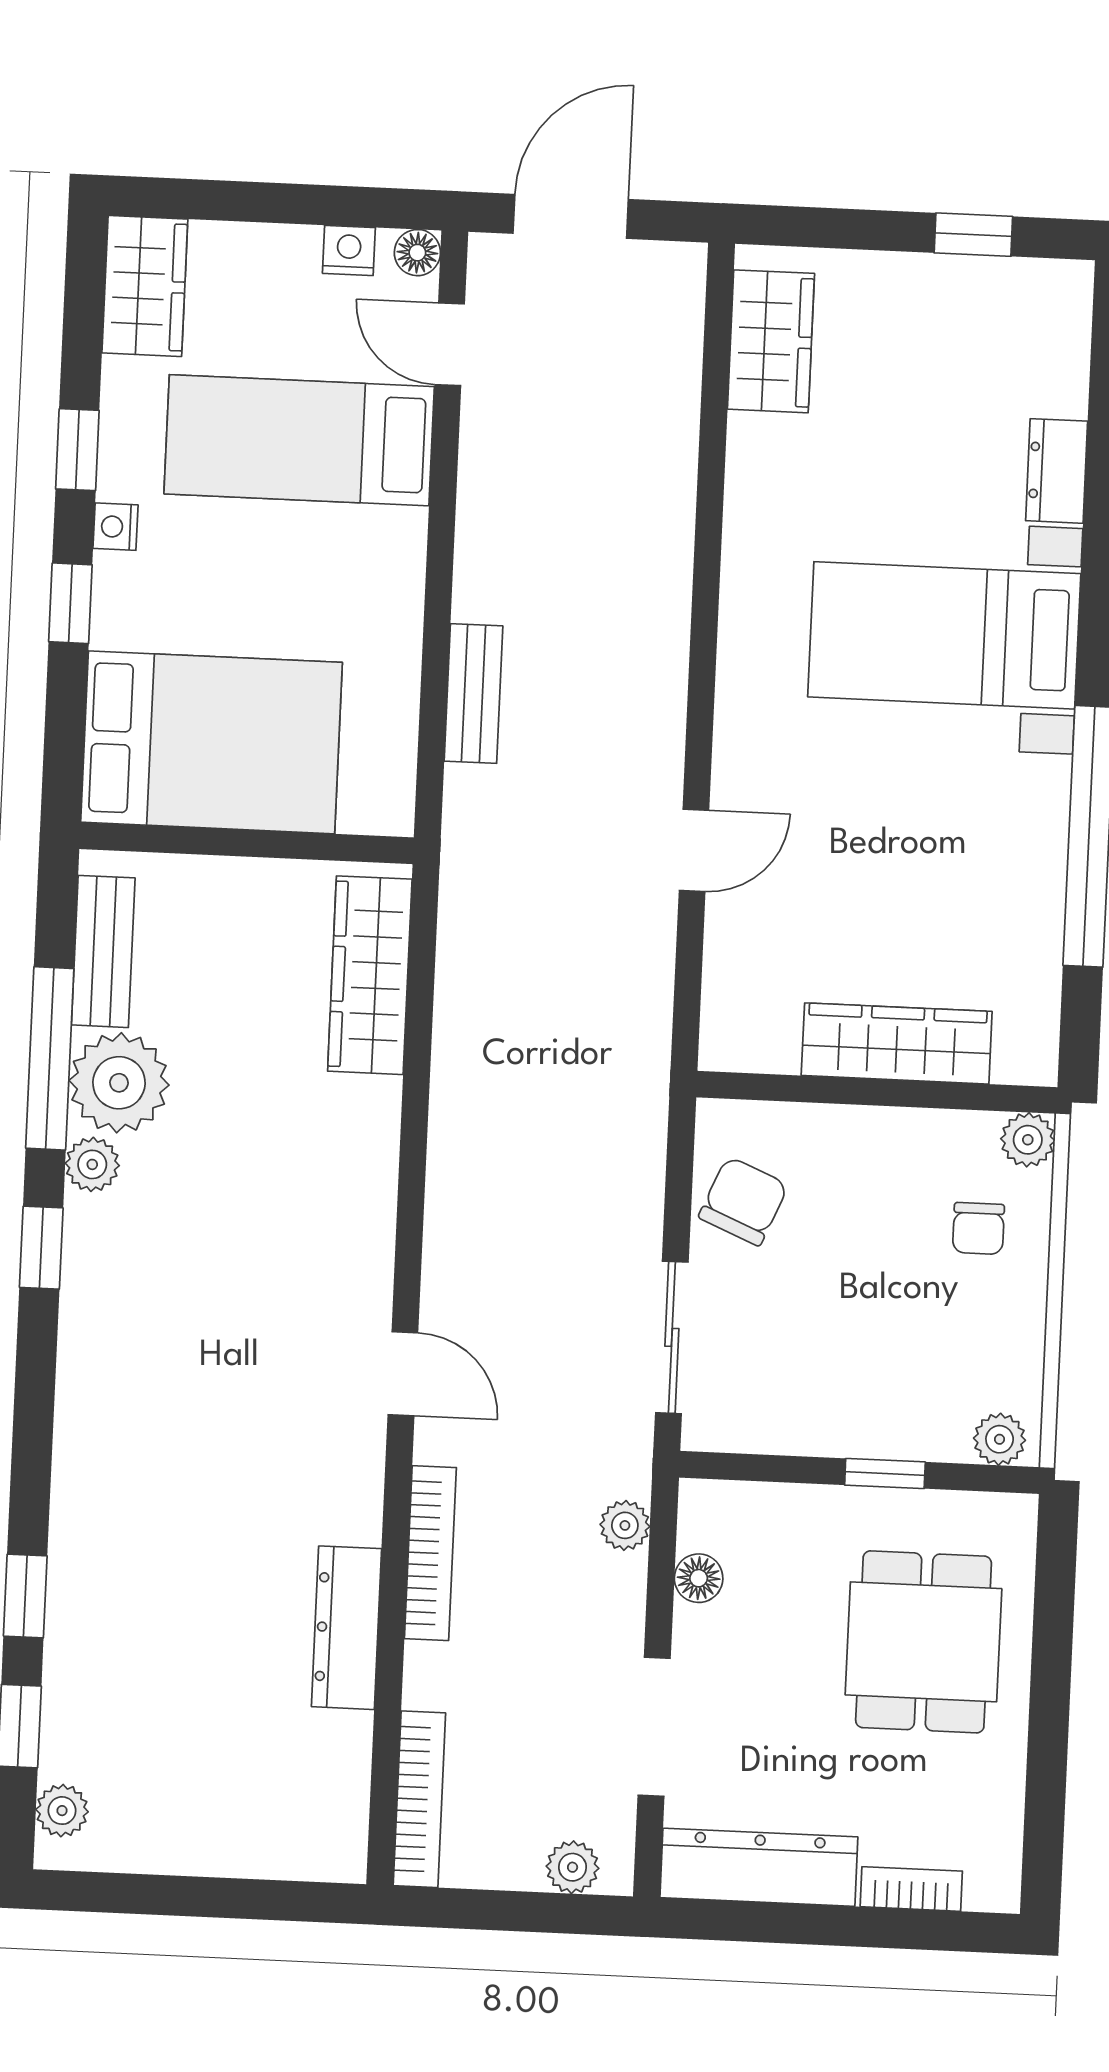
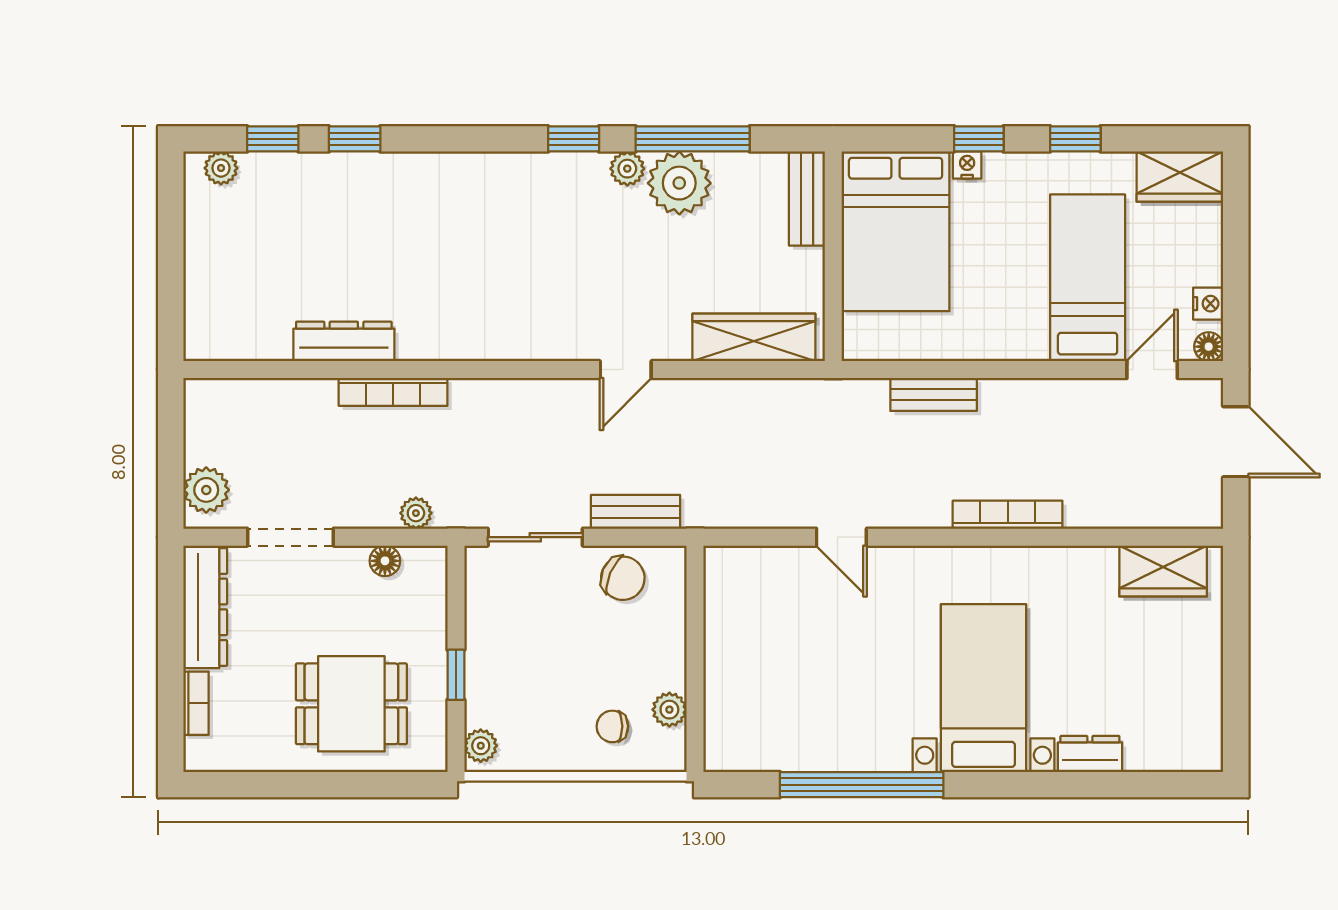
window: (973, 235) -> (1236, 695), removed
nightstand: (116, 527) -> (967, 165), moved
bench: (103, 951) -> (807, 199), moved, turned 90
wardrobe: (897, 1043) -> (726, 670), removed
plant: (1028, 1140) -> (669, 710), moved
bench: (639, 1176) -> (635, 512), added
door: (403, 1374) -> (626, 370), moved
bookcase: (419, 1799) -> (1008, 515), moved, turned 180
plant: (573, 1867) -> (206, 490), width x1.38, depth x1.38

